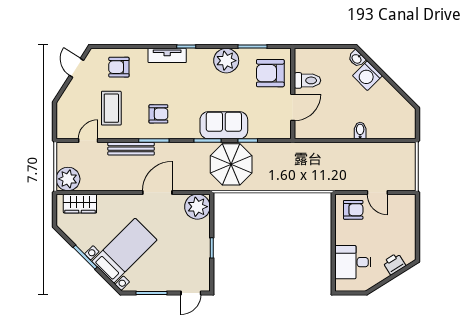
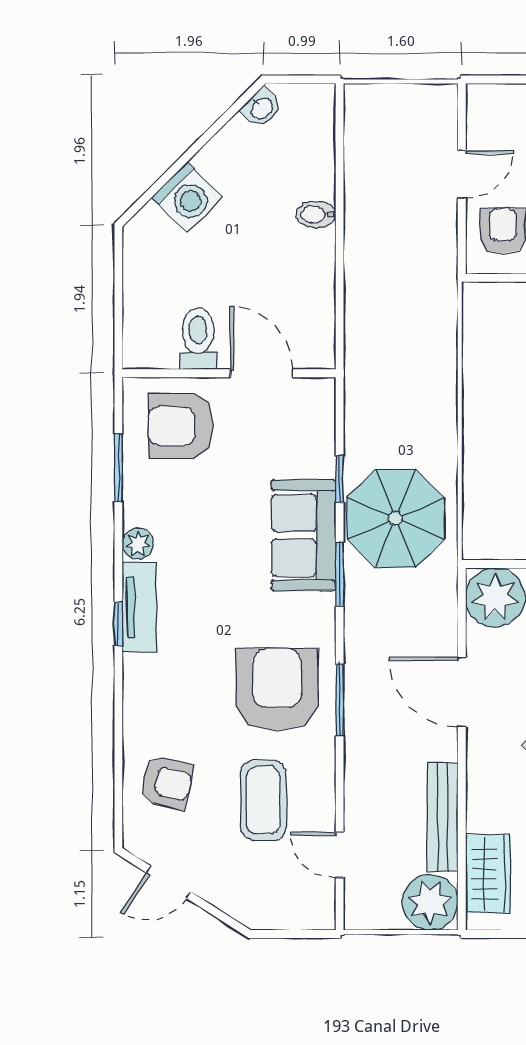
tv unit: (167, 55) -> (139, 607), moved
washbasin: (357, 59) -> (261, 108), moved
plant: (226, 61) -> (138, 543), width x0.53, depth x0.53
armchair: (119, 67) -> (167, 782), turned -77
armchair: (270, 73) -> (181, 426), turned 90
coffee table: (111, 108) -> (263, 800), turned 90
armchair: (158, 114) -> (277, 689), width x1.88, depth x1.88
bench: (131, 149) -> (443, 817), moved

